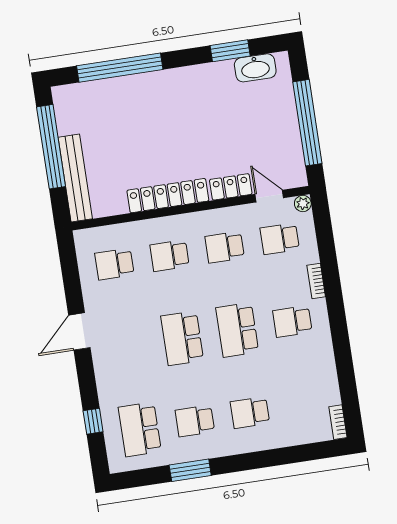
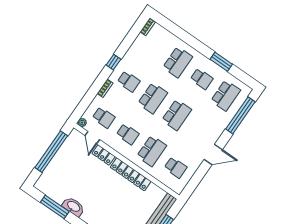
window: (230, 51) -> (55, 207), width x1.44
washbasin: (255, 68) -> (73, 207), moved
school desk: (170, 256) -> (152, 151), width x1.85
window: (339, 328) -> (114, 62), added
school desk: (250, 413) -> (178, 62), width x1.85
window: (93, 421) -> (240, 115), width x3.17

